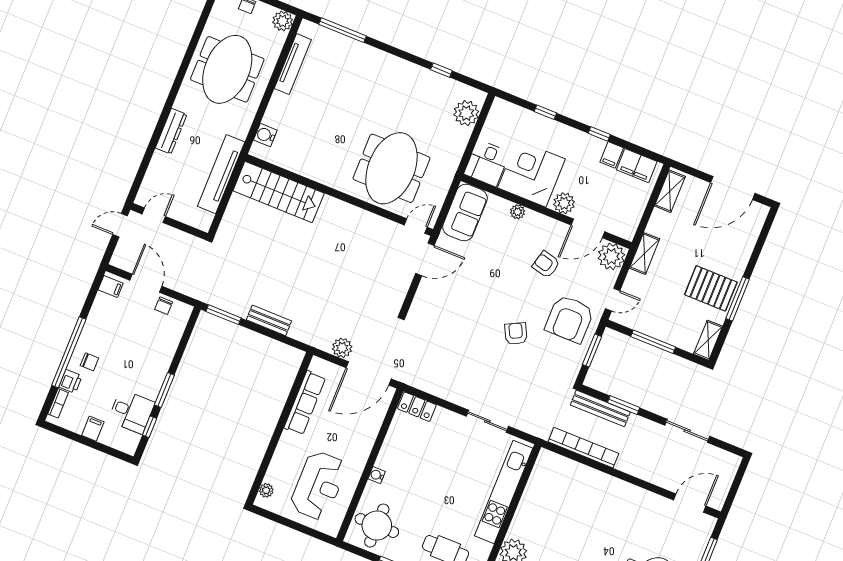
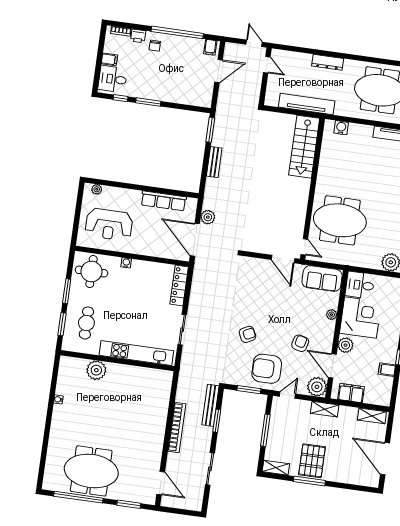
filing cabinet: (637, 166) -> (351, 393), moved, turned 90
door: (613, 300) -> (287, 395), swing flipped
chair: (164, 306) -> (206, 87), removed
window: (69, 352) -> (177, 32), moved
locker: (417, 407) -> (179, 285), width x1.53
desk: (131, 412) -> (113, 79), moved, turned 90
bookcase: (583, 448) -> (177, 428), moved

